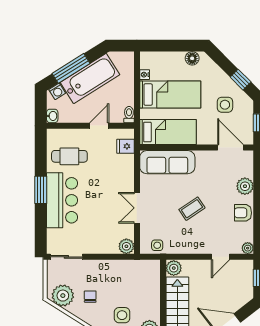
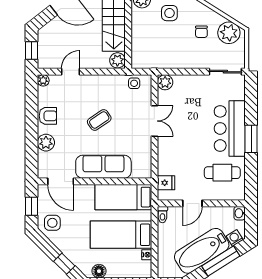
window: (241, 80) -> (64, 264), moved
side table: (225, 105) -> (52, 223), moved
sofa: (167, 162) -> (103, 167), moved

